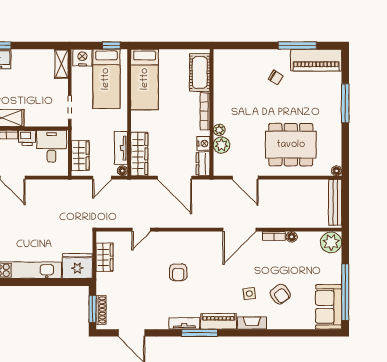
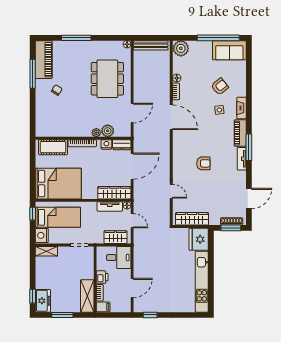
bed: (145, 79) -> (58, 184), width x1.50
desk: (52, 146) -> (119, 257), moved, turned 180
wardrobe: (105, 257) -> (192, 219), width x1.50

